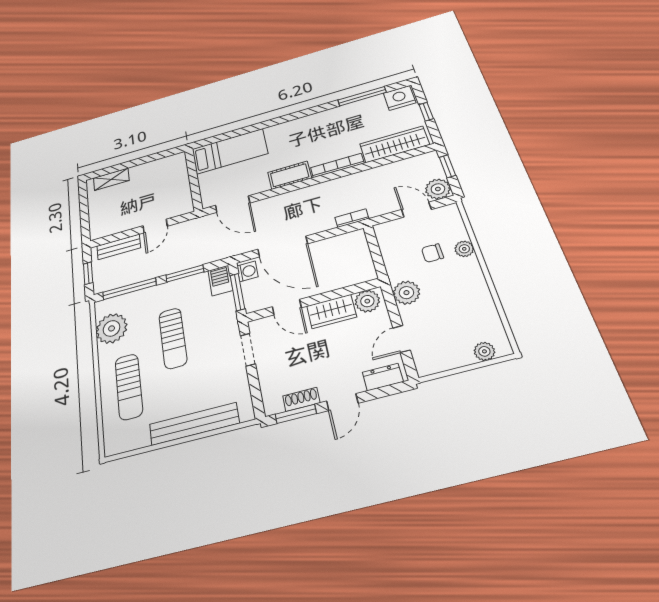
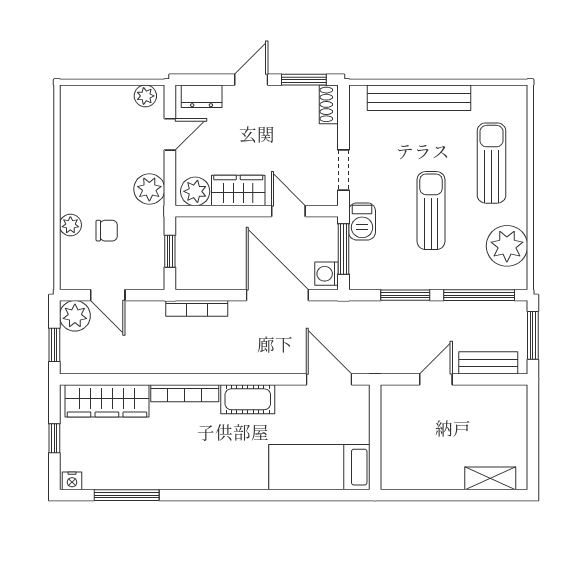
nightstand: (399, 98) -> (72, 481), width x0.53, depth x0.56
bookcase: (352, 218) -> (197, 308), width x1.56
window: (376, 253) -> (170, 251), added
window: (88, 273) -> (533, 335), width x1.50
barbecue: (220, 281) -> (362, 221), moved
plant: (484, 351) -> (145, 96), moved
shoe rack: (301, 399) -> (329, 104), moved, turned 90

